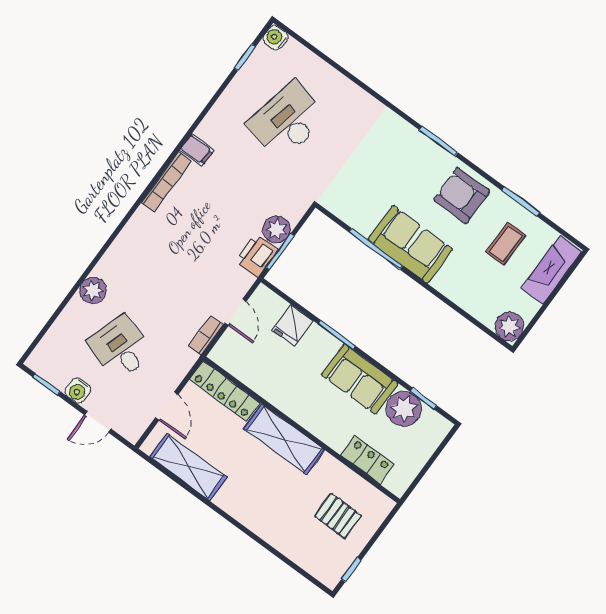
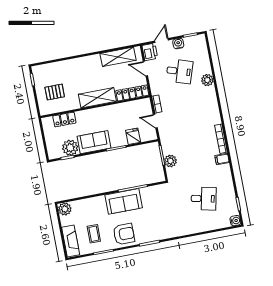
desk: (287, 121) -> (204, 199), width x0.73
printer: (257, 256) -> (150, 52), moved

